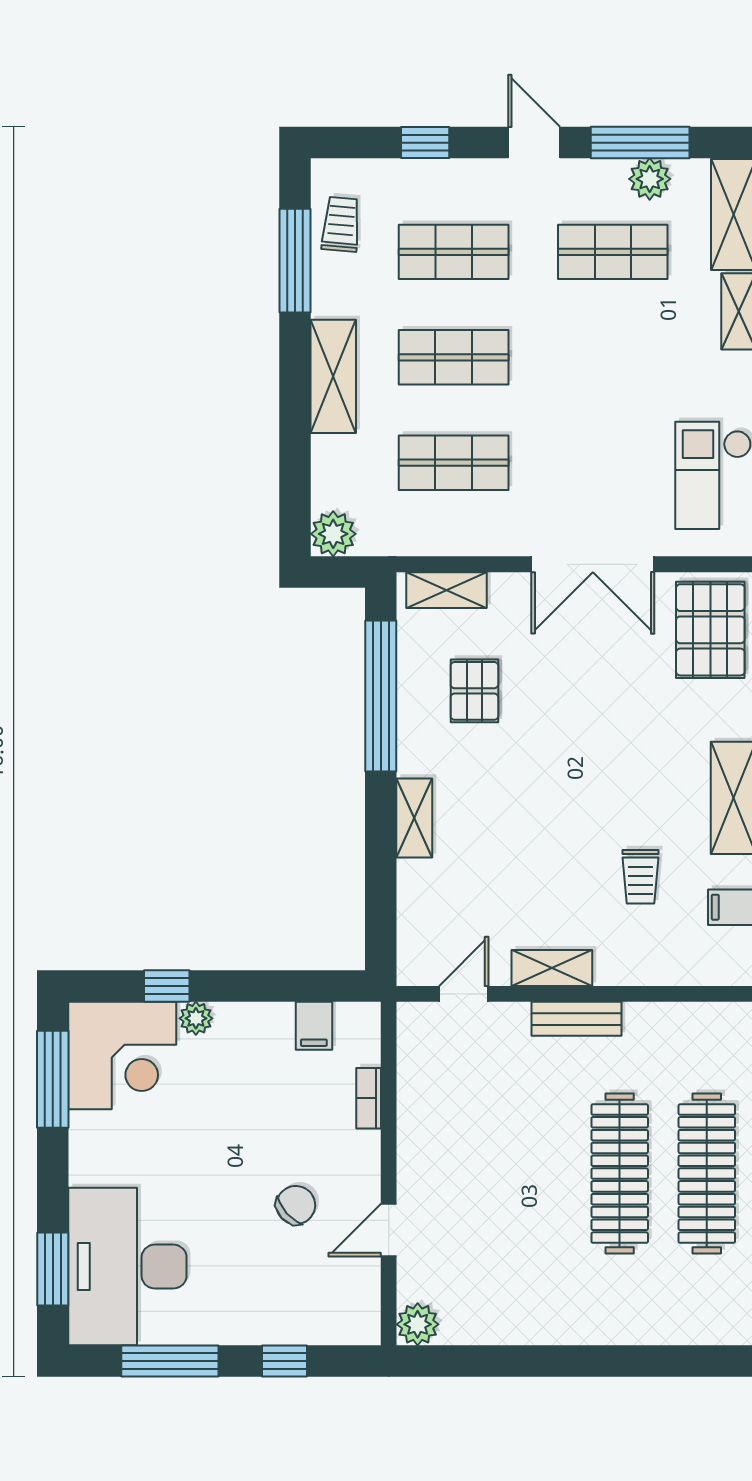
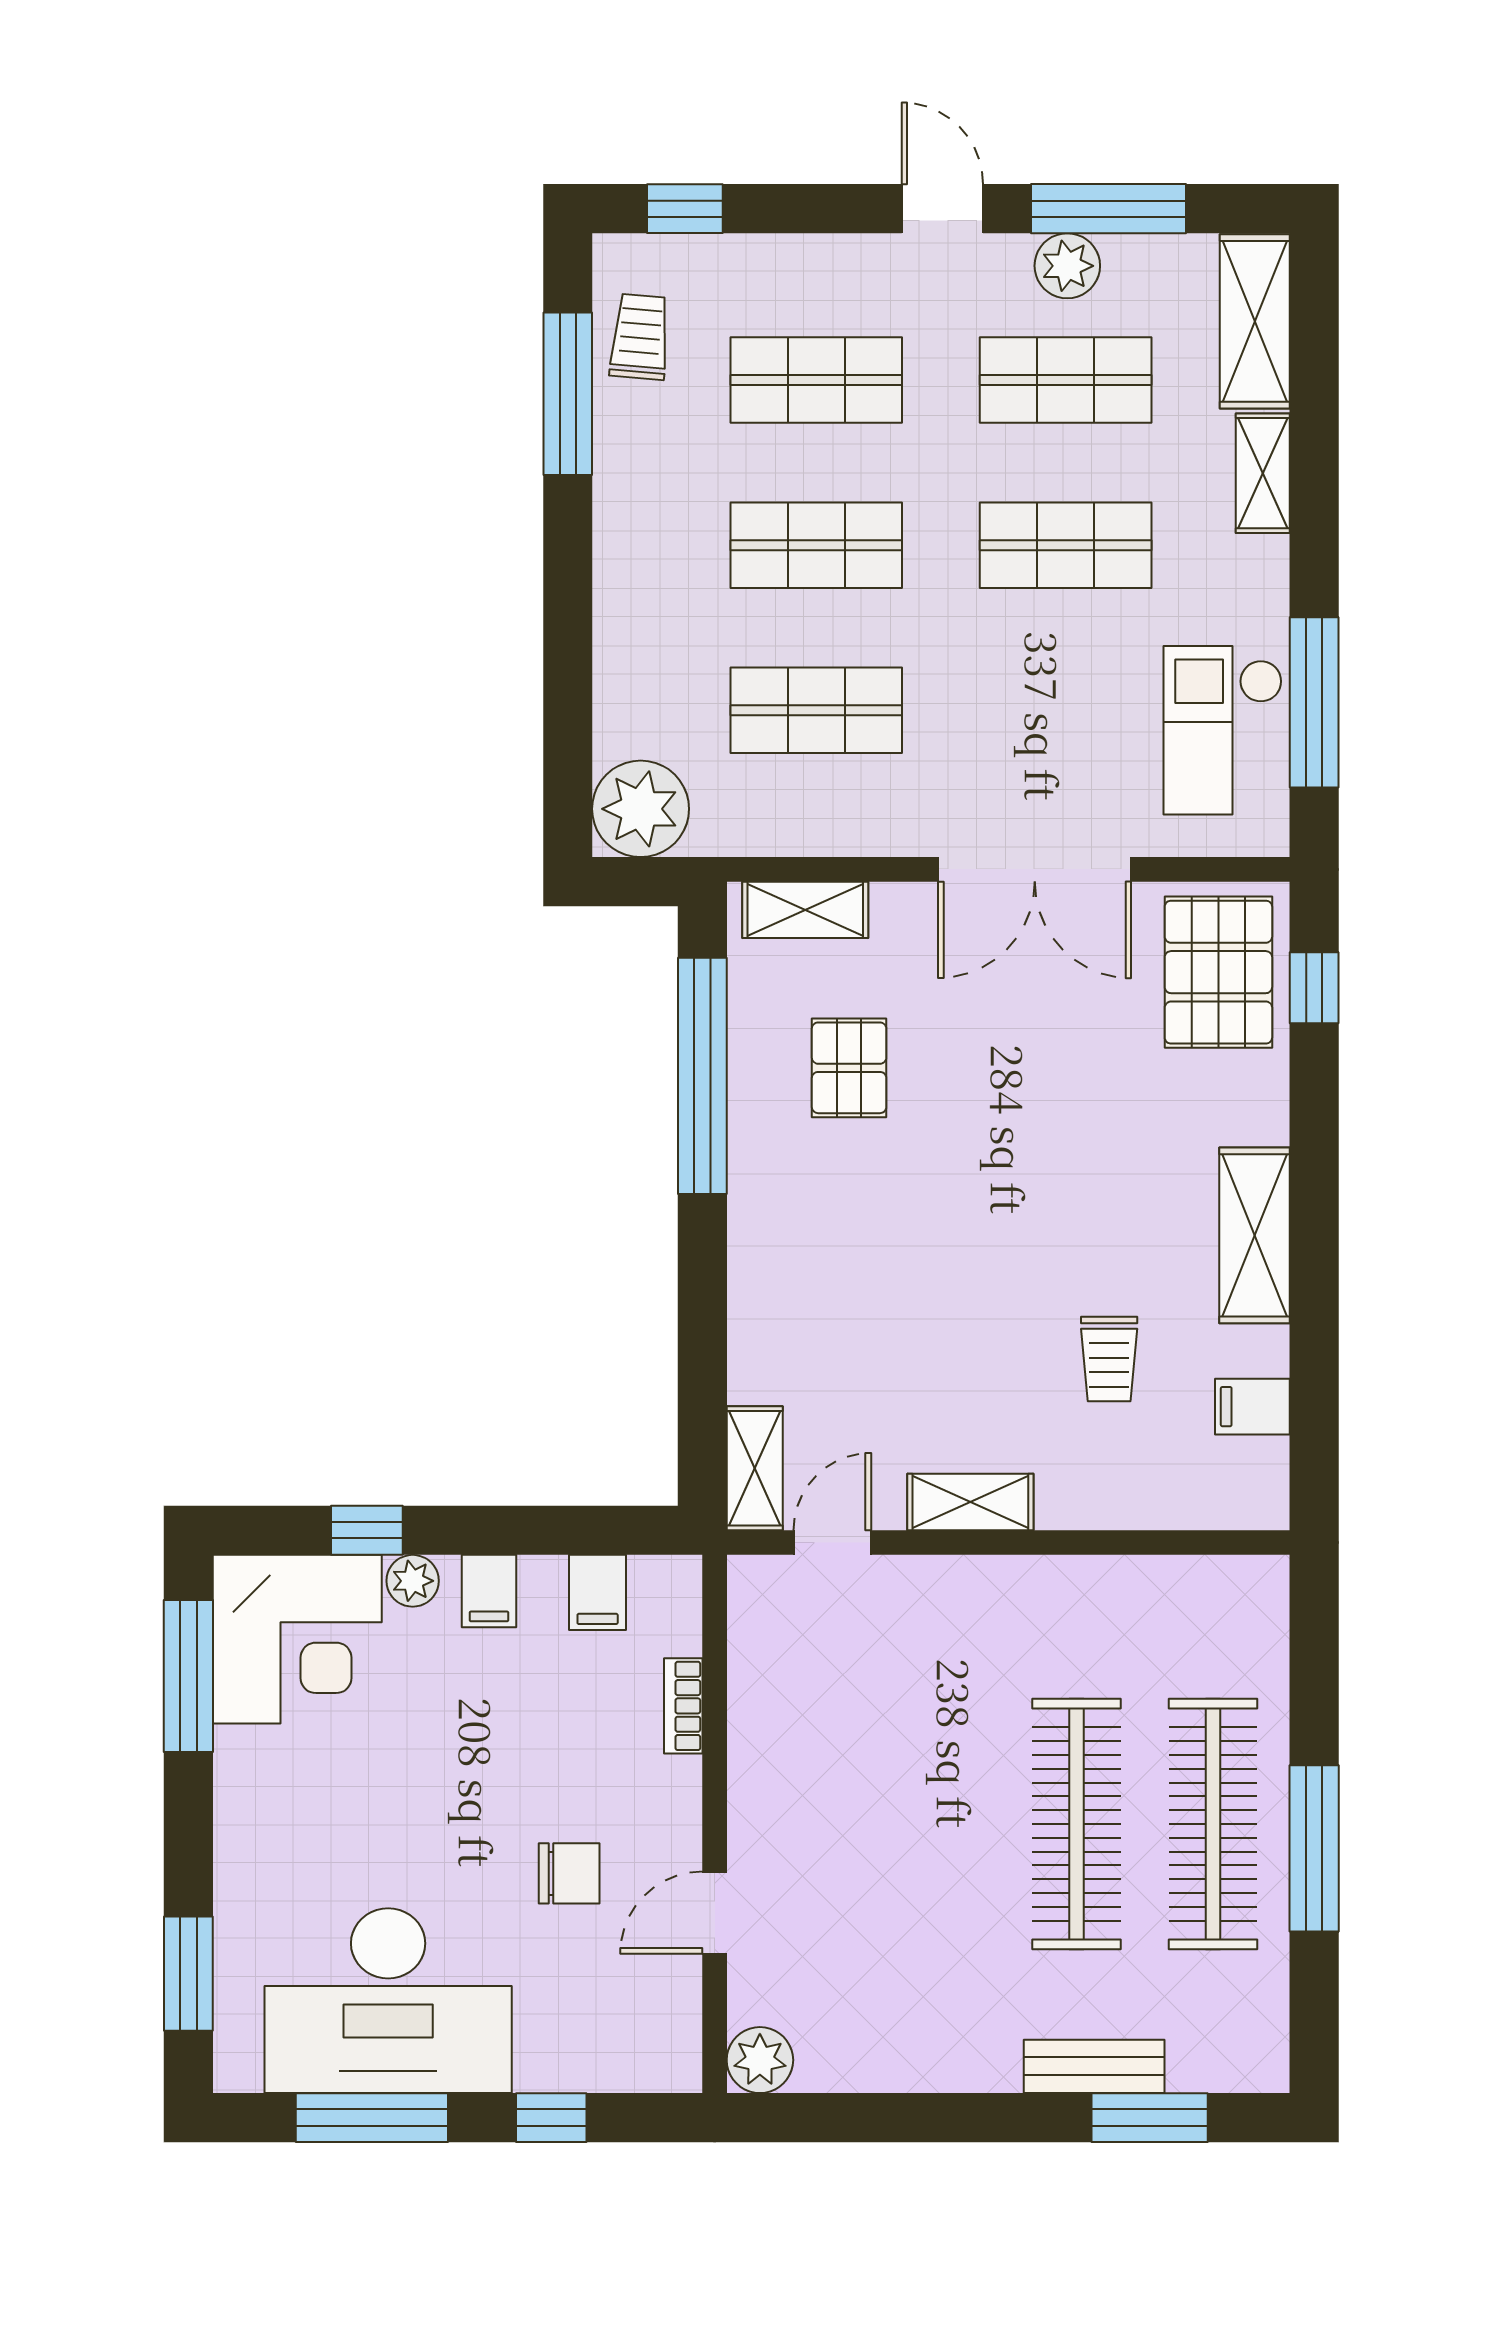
window: (425, 143) -> (685, 209), moved
plant: (650, 179) -> (1067, 266), moved
shop shelf: (613, 357) -> (1066, 545), added
shelving: (333, 376) -> (628, 575), removed
plant: (333, 534) -> (641, 809), width x1.36, depth x1.36
shelving: (414, 818) -> (755, 1468), moved
bench: (576, 1019) -> (1094, 2066), moved
filing cabinet: (245, 1025) -> (489, 1591), added
chair: (296, 1205) -> (569, 1873), turned 42
desk: (127, 1267) -> (388, 2001), moved, turned -90
window: (666, 1361) -> (1150, 2118), added

